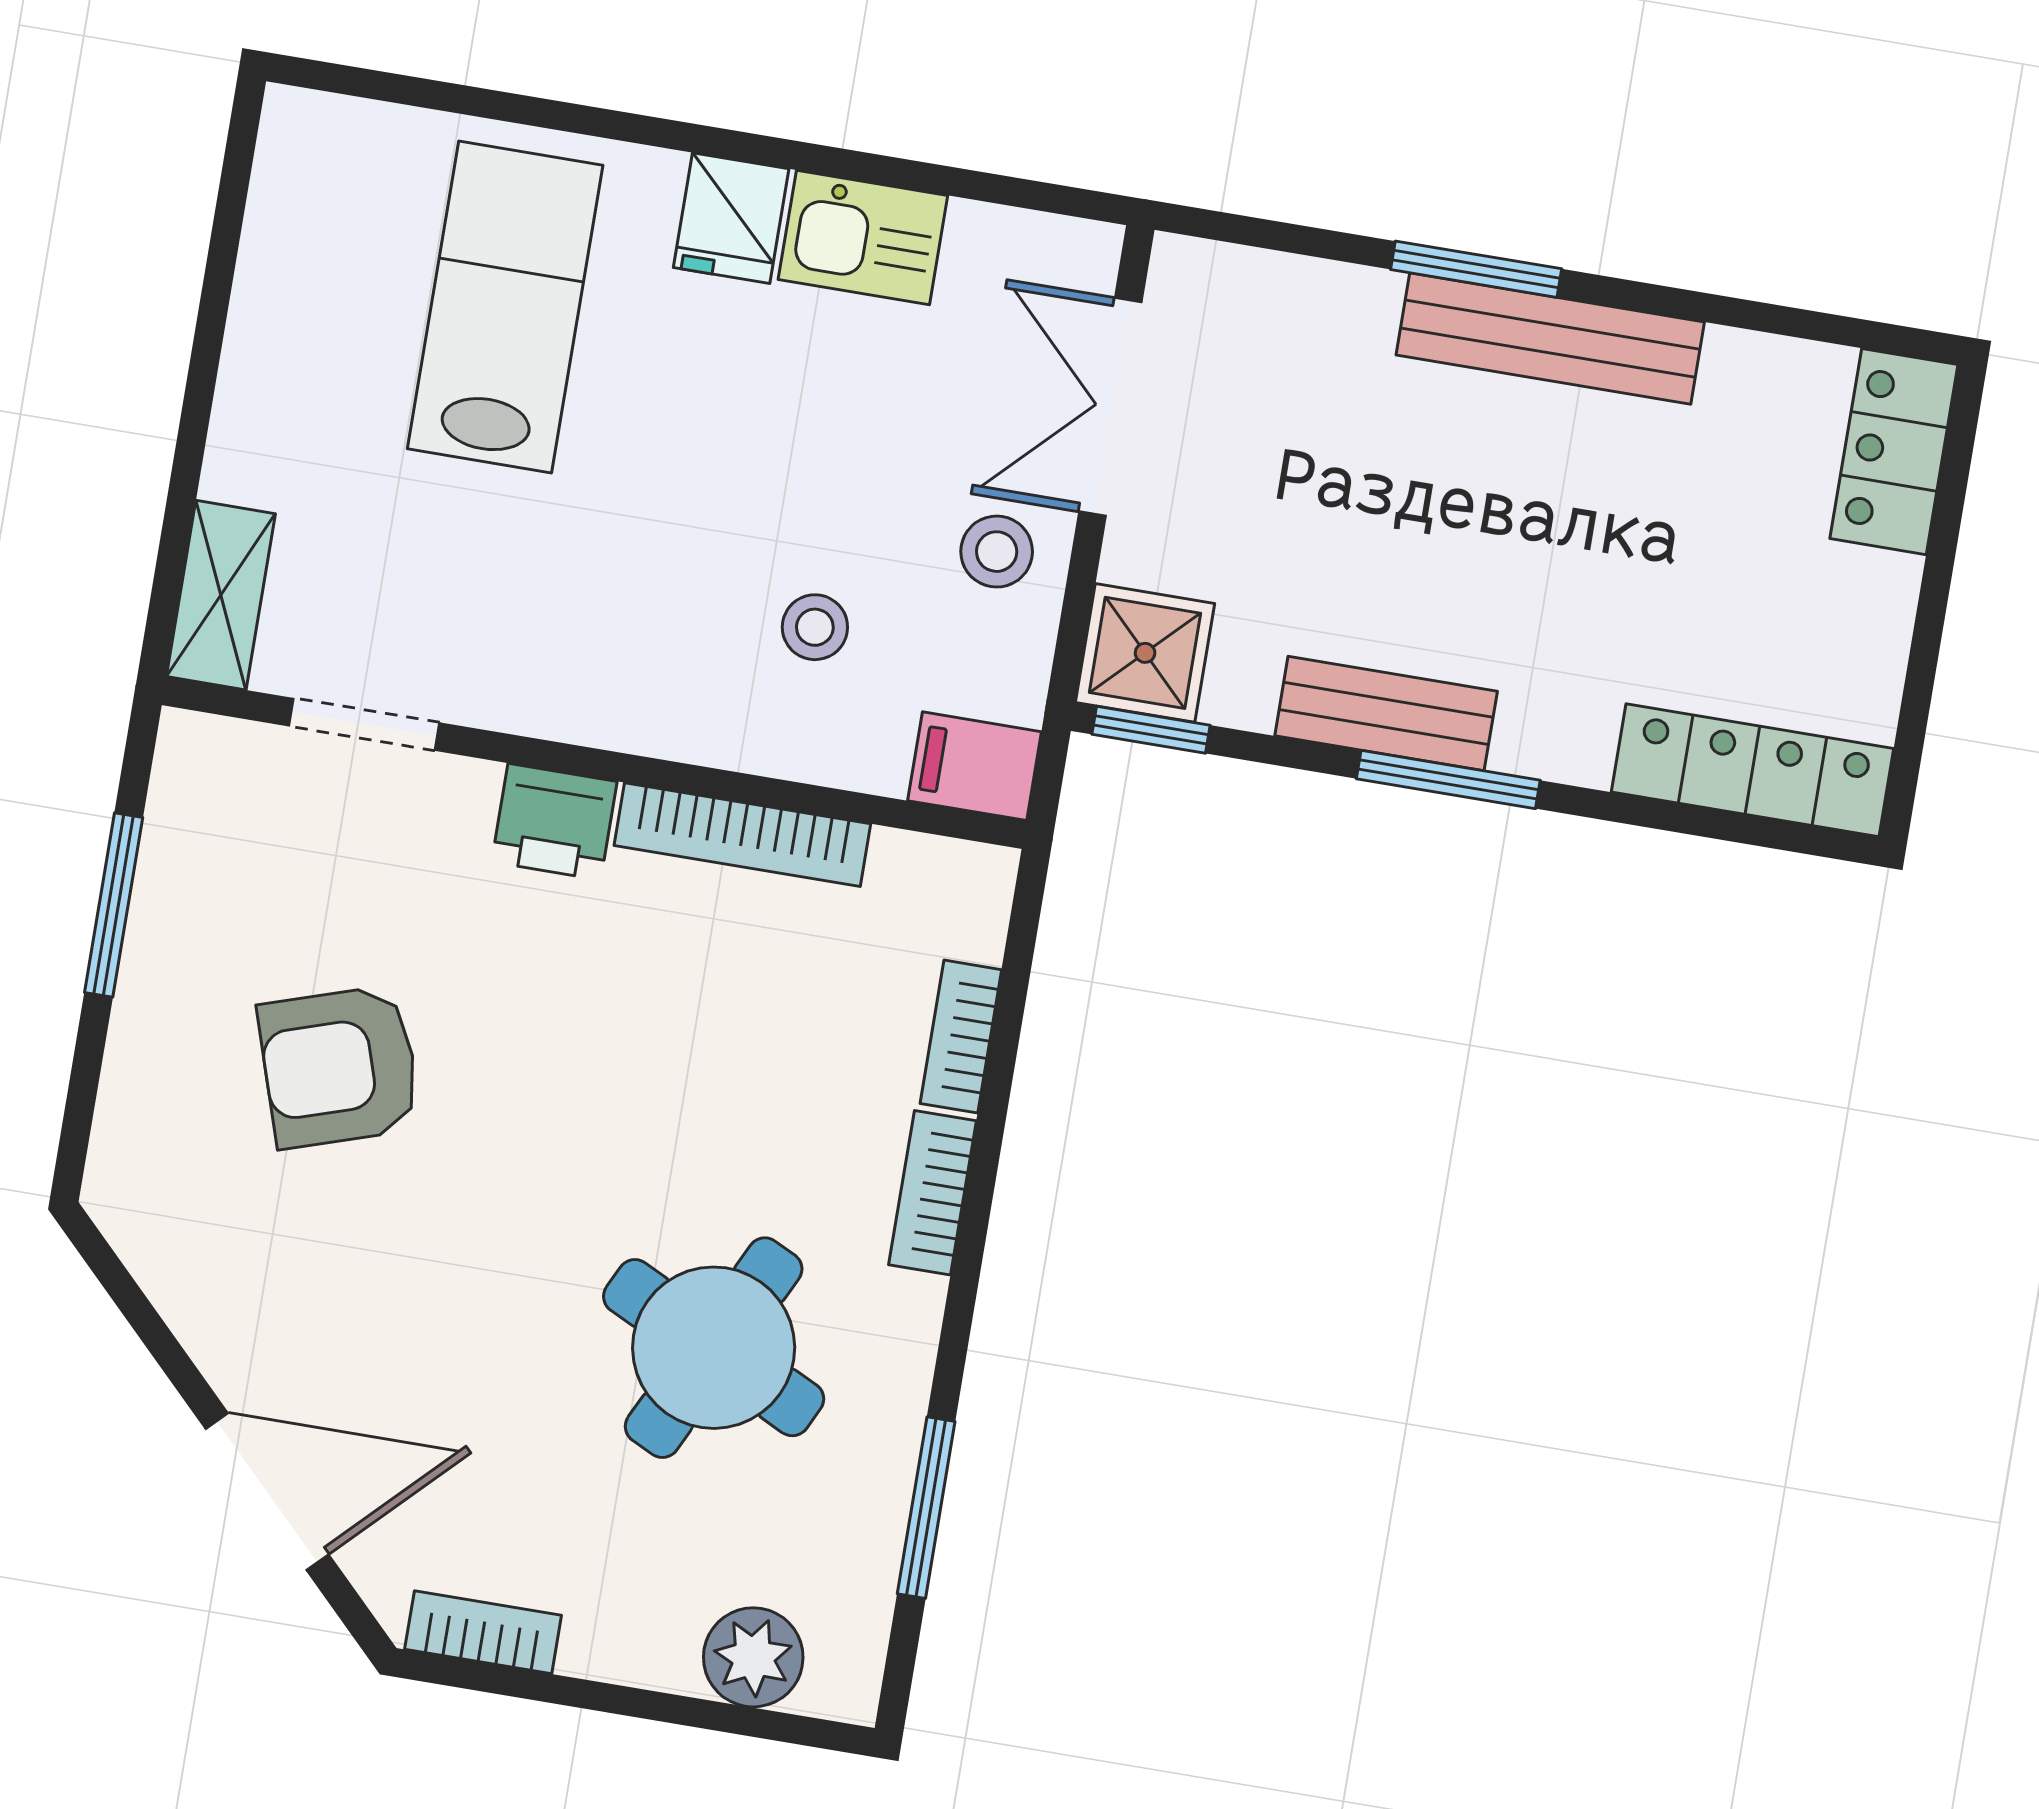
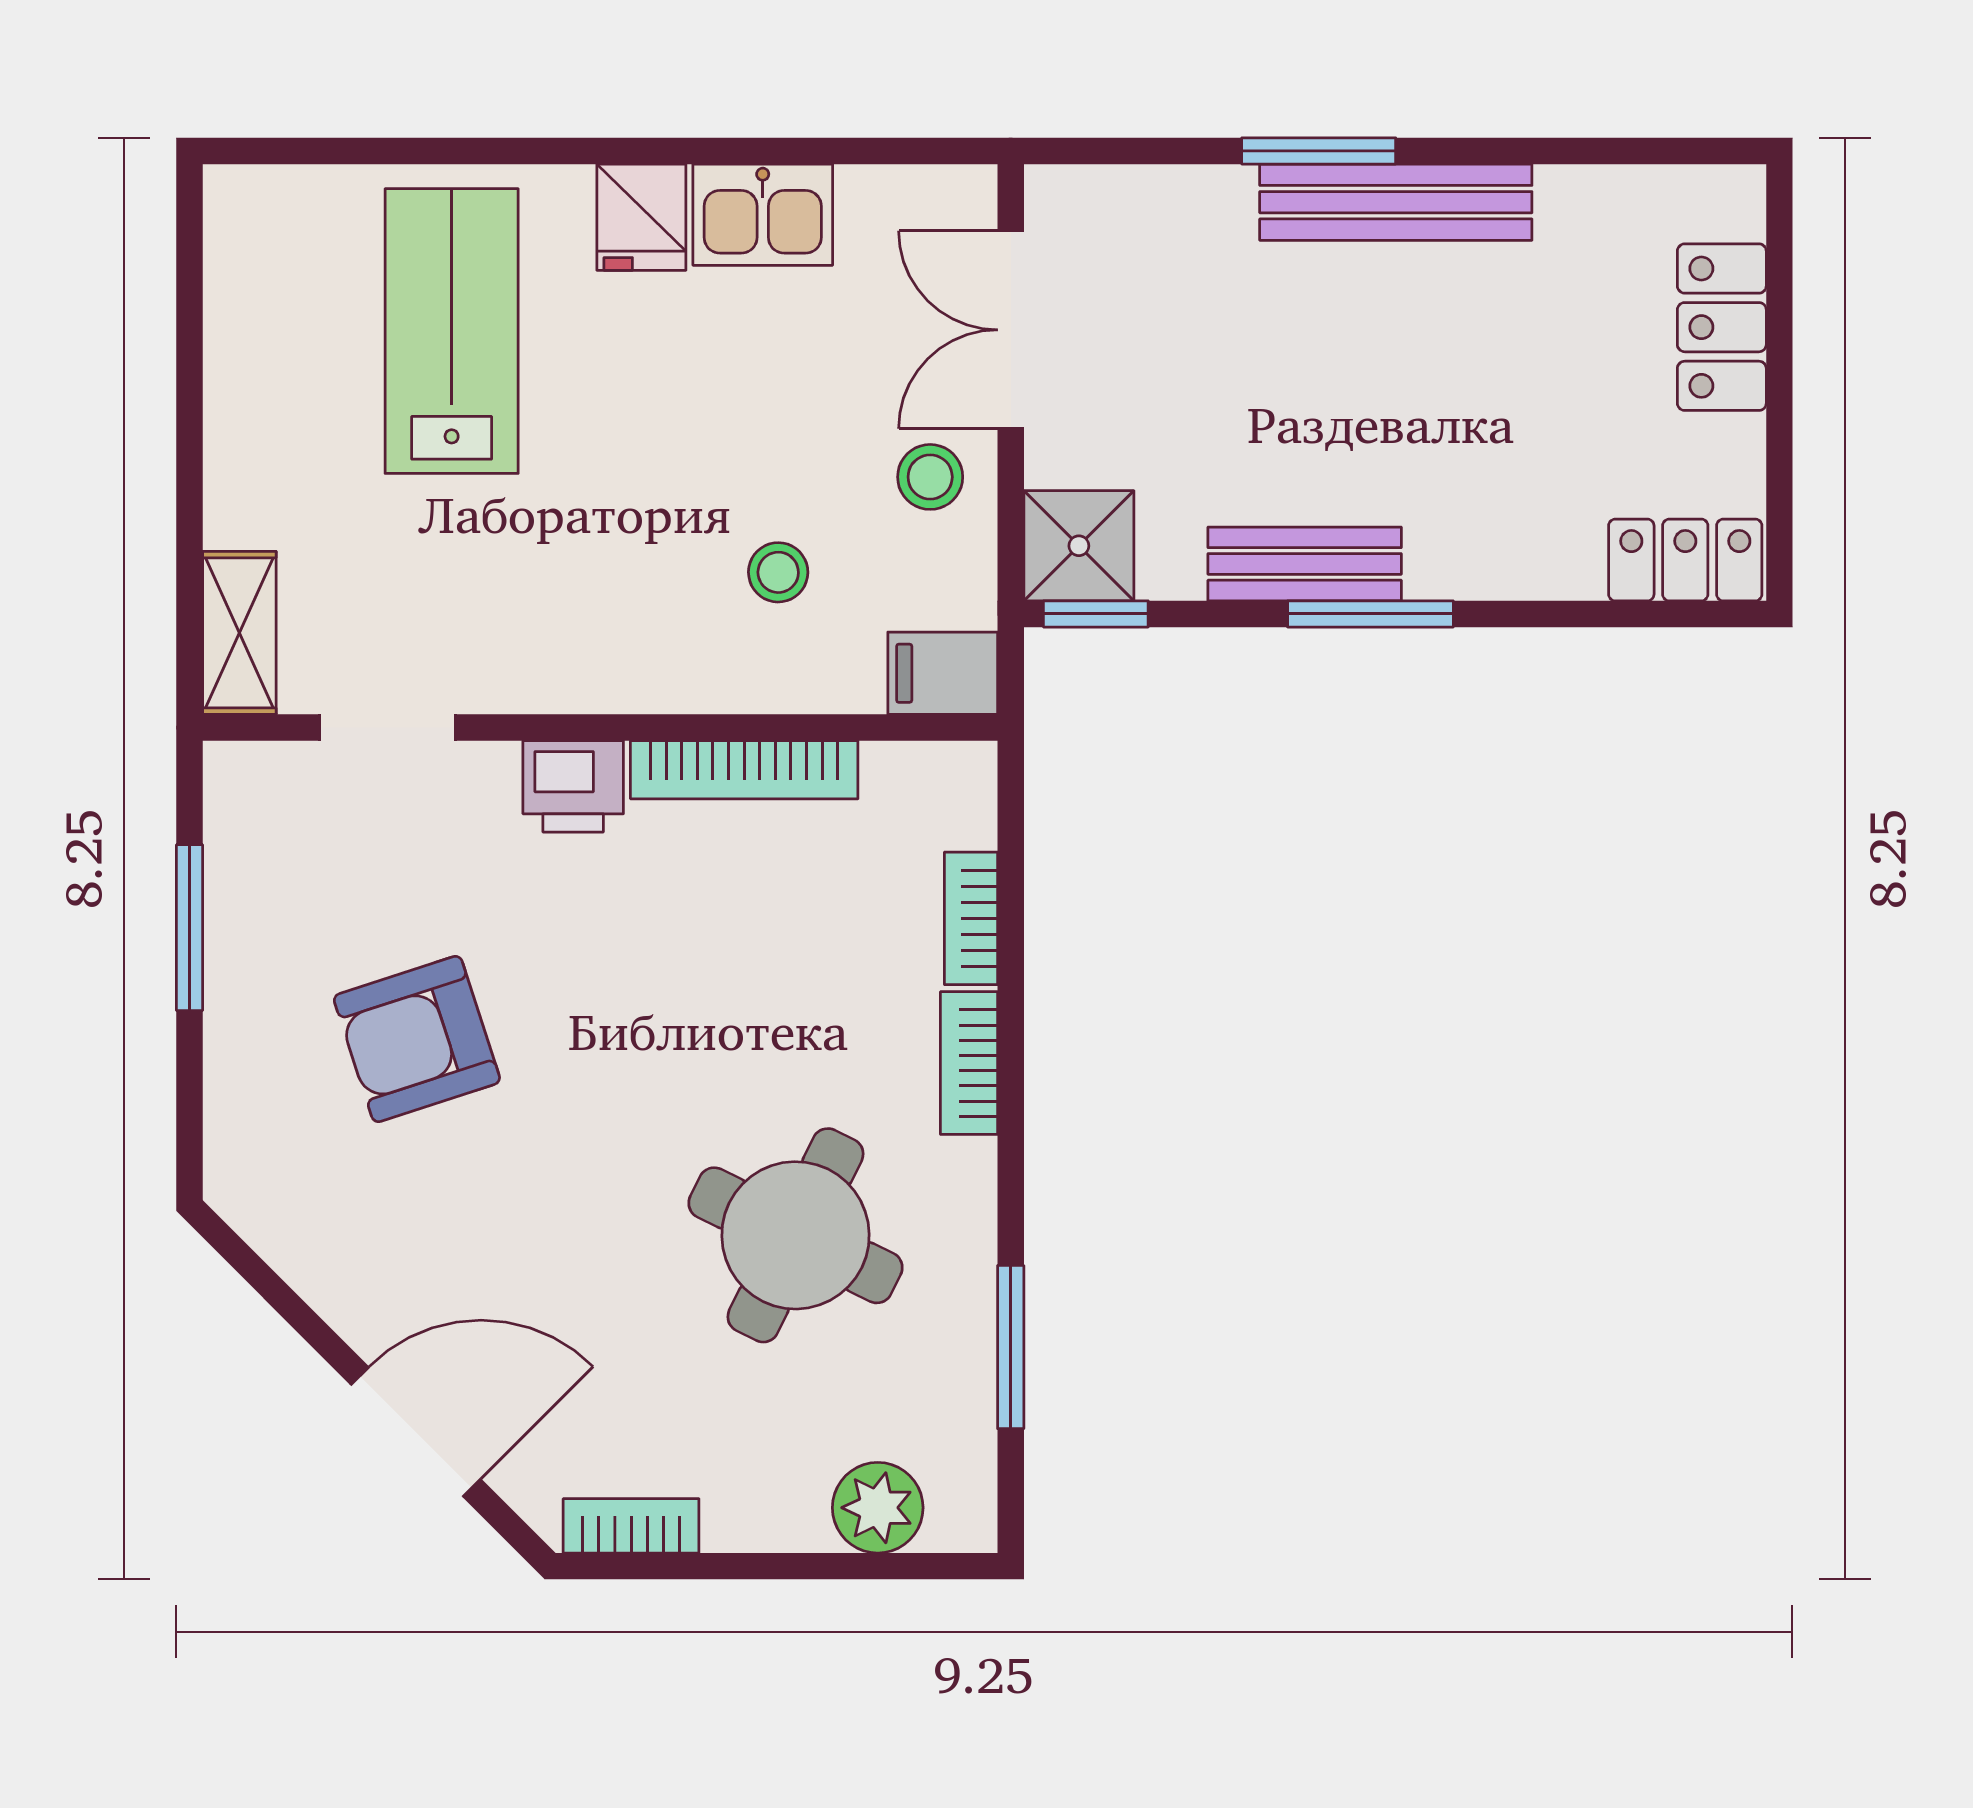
locker: (1894, 452) -> (1722, 327), moved
locker: (1753, 770) -> (1685, 560), width x0.66

